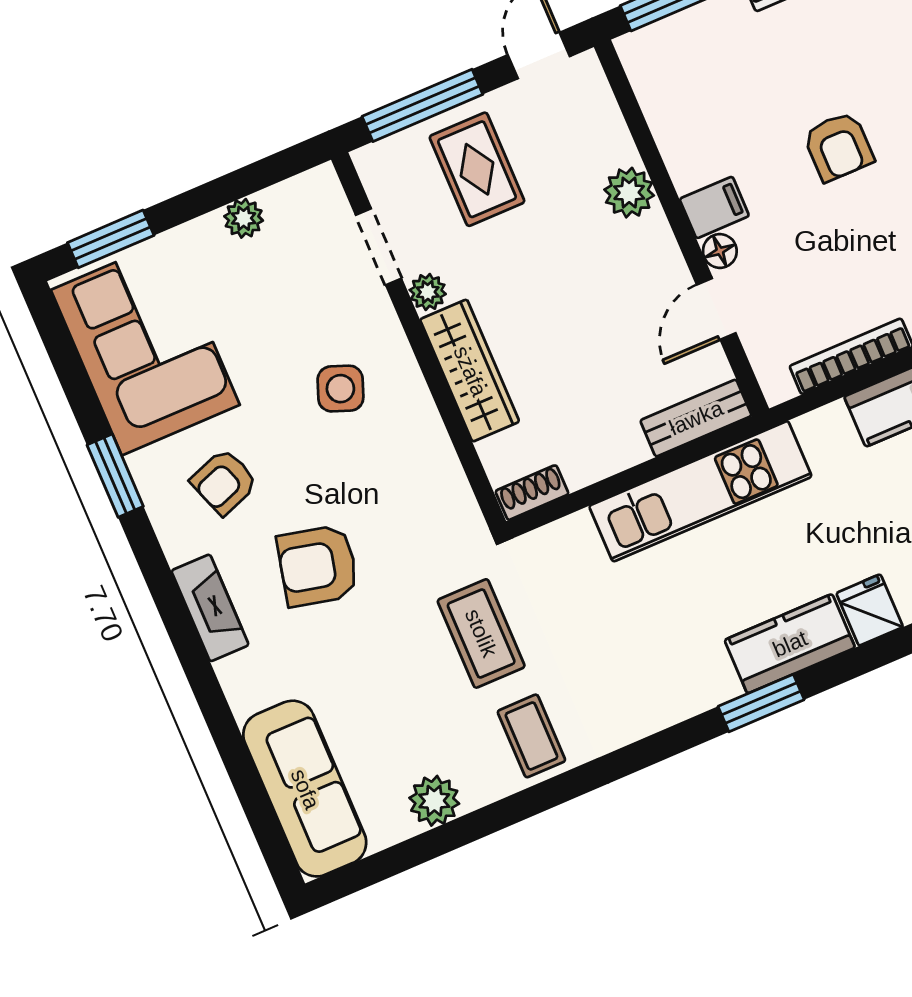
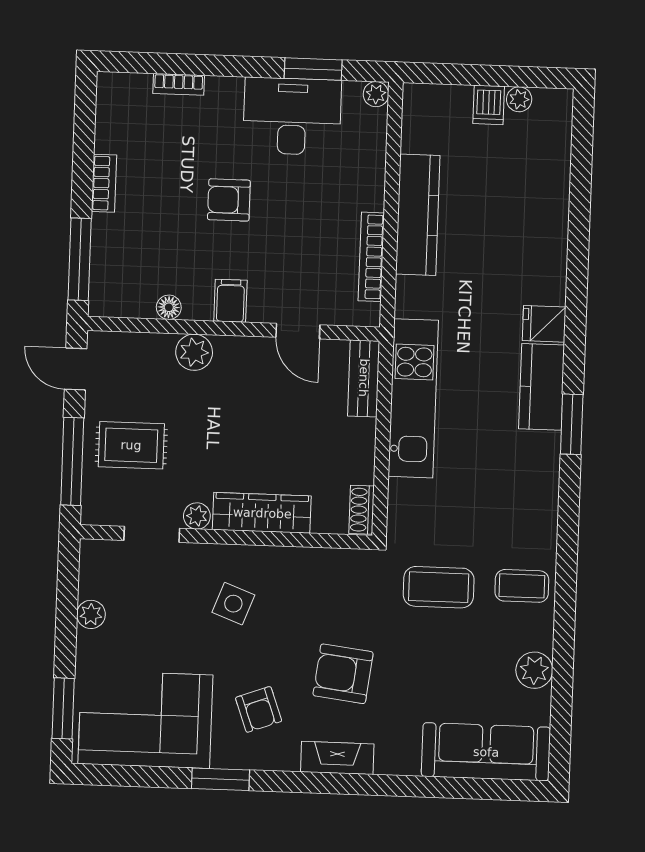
armchair: (838, 146) -> (229, 200), turned 180
floor lamp: (720, 251) -> (169, 307), moved
armchair: (318, 566) -> (343, 674), turned 84

